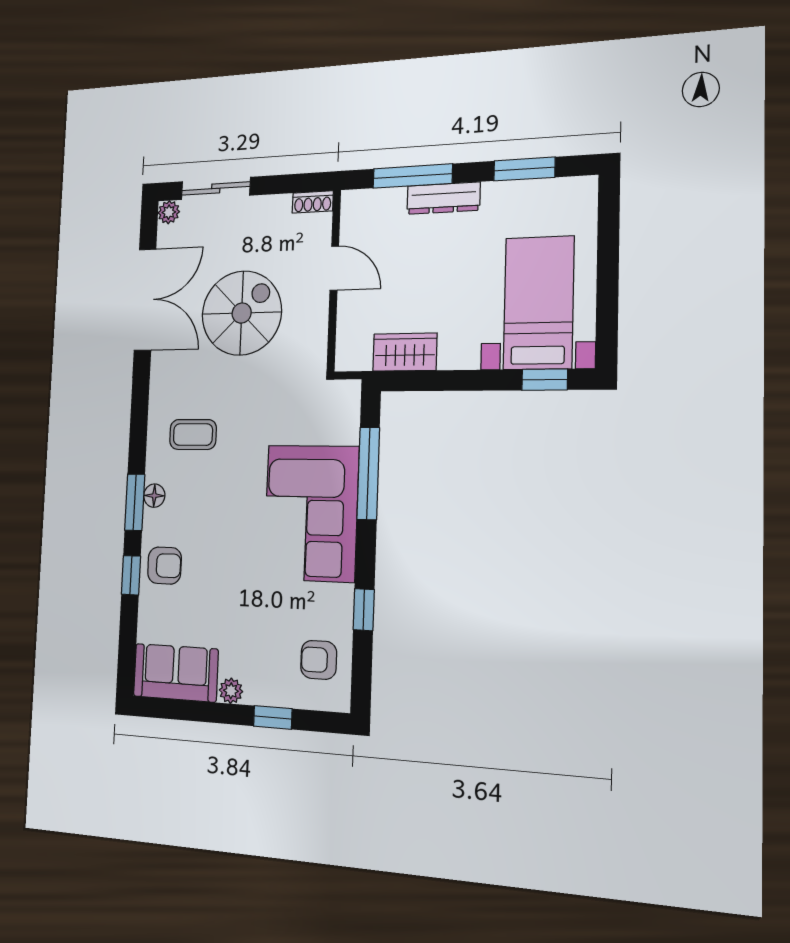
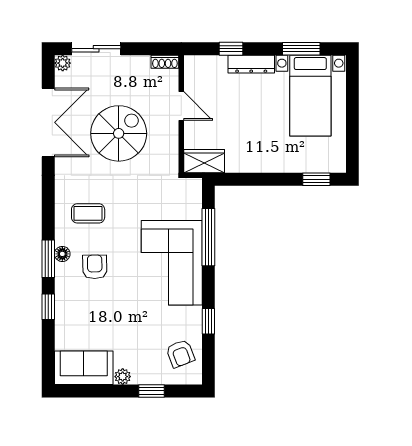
window: (413, 176) -> (231, 49), width x0.46
bed with nightstands: (539, 303) -> (310, 96), moved, turned 180
wardrobe: (405, 352) -> (204, 161), moved
armchair: (165, 566) -> (95, 267), moved, turned -91
armchair: (319, 660) -> (180, 354), turned -111

